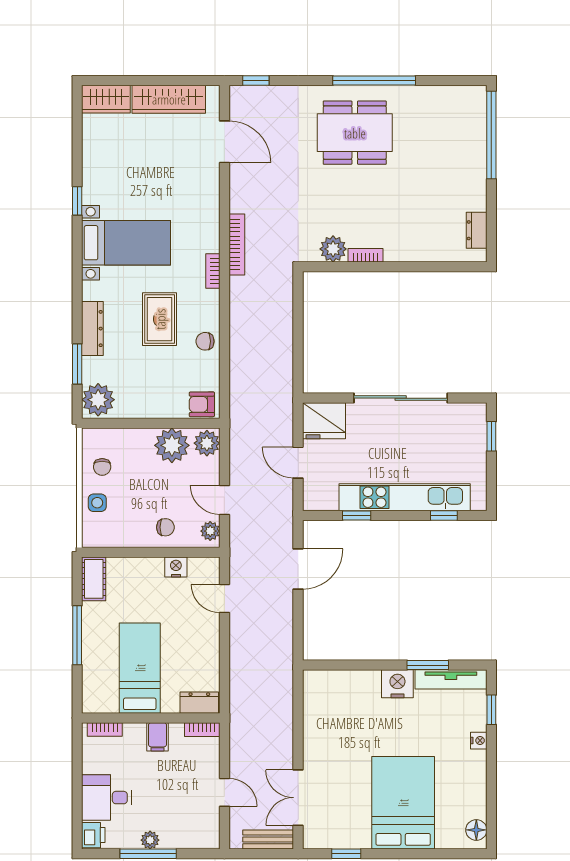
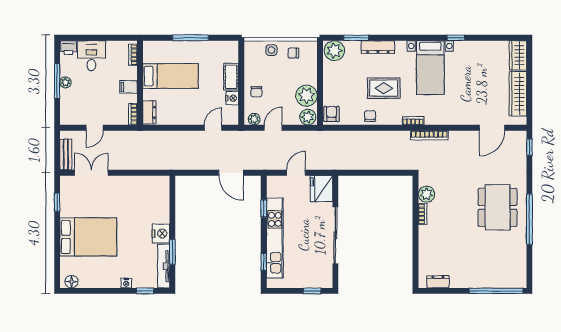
cot: (94, 579) -> (231, 77), moved, turned 90

